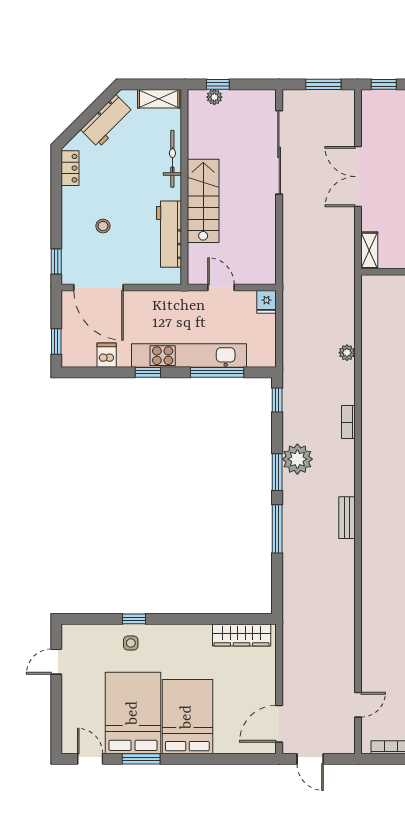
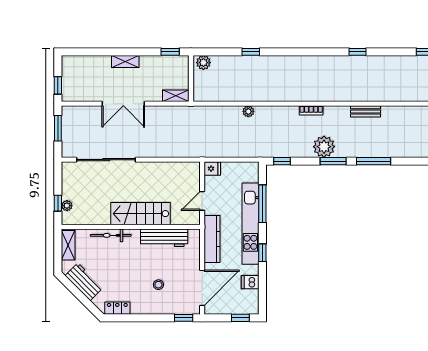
kitchen counter: (167, 302) -> (212, 239), added
bookcase: (348, 422) -> (311, 110), moved

